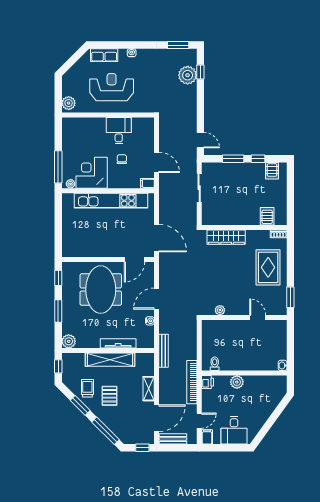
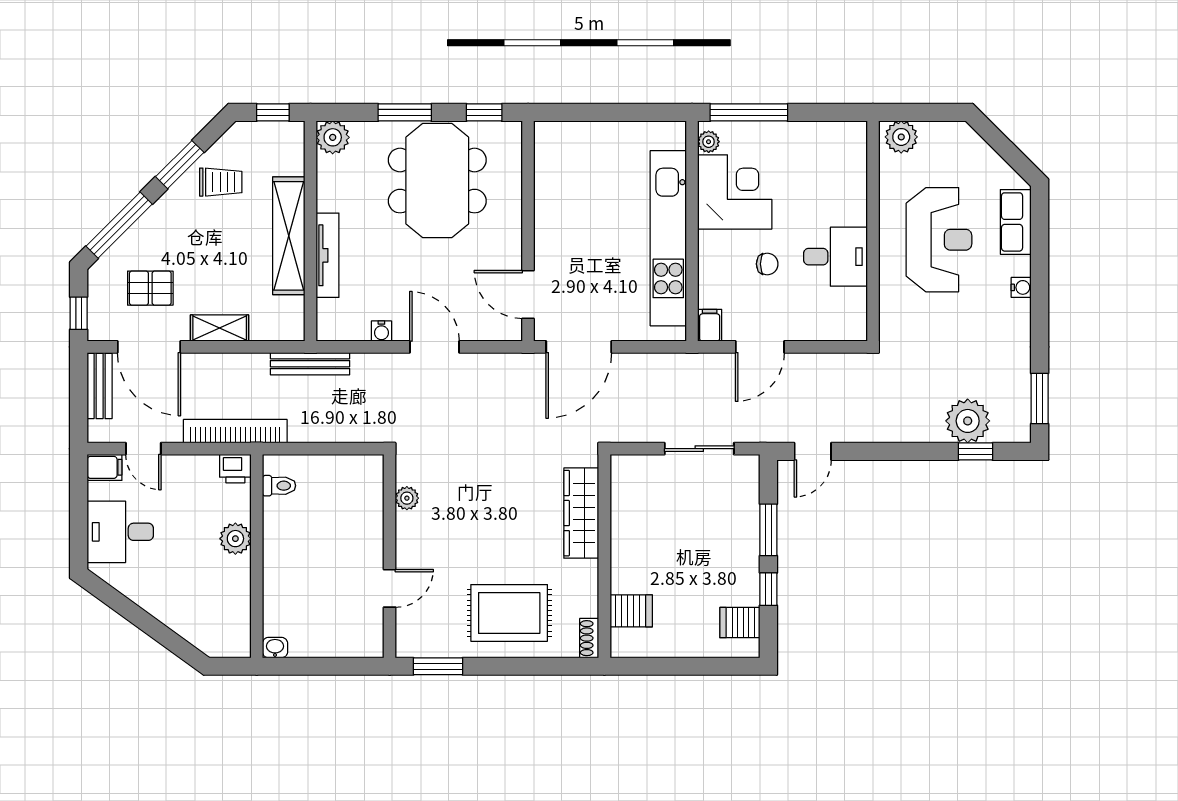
meeting table: (101, 290) -> (437, 181), moved, turned 90
pallet: (110, 396) -> (150, 288), moved

